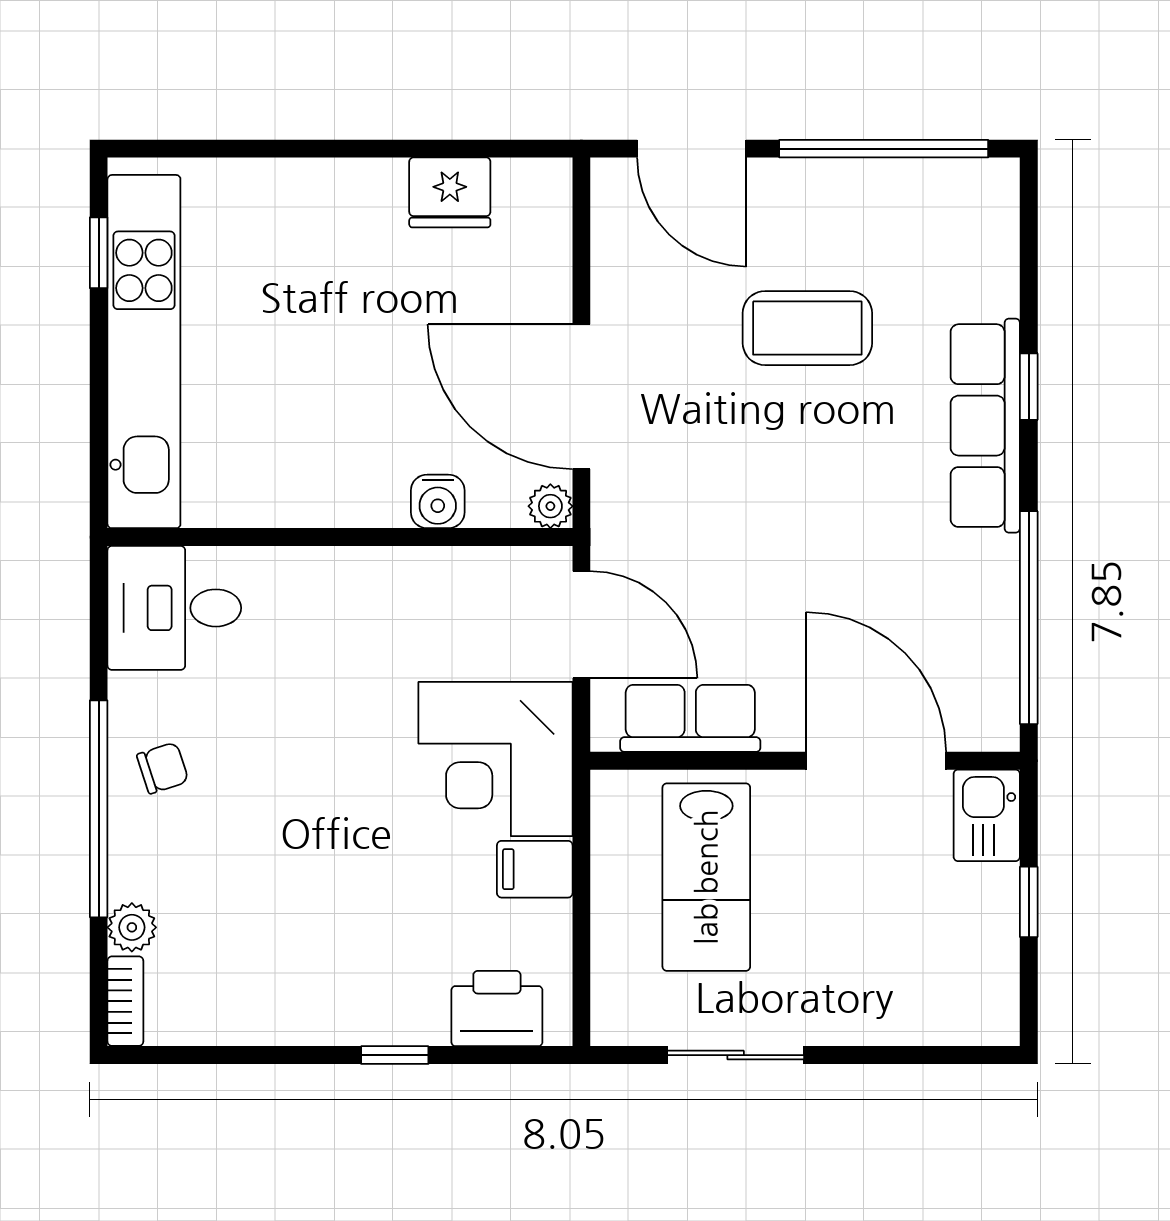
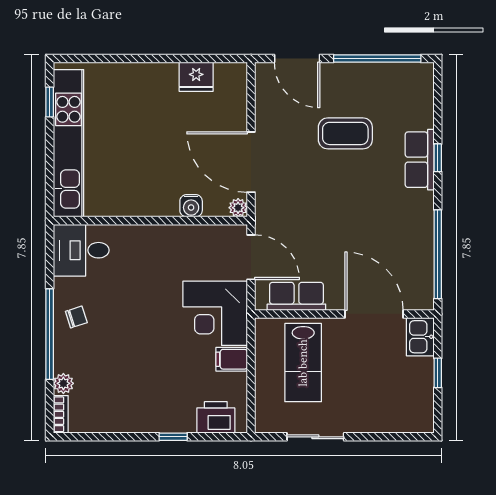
row of seats: (985, 426) -> (420, 160), width x0.68

